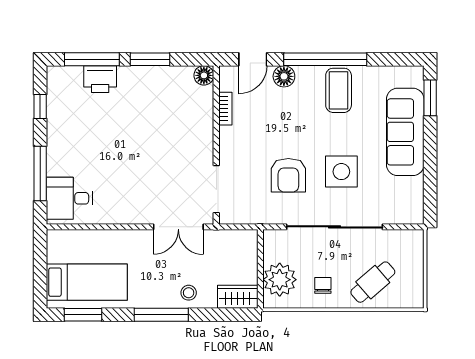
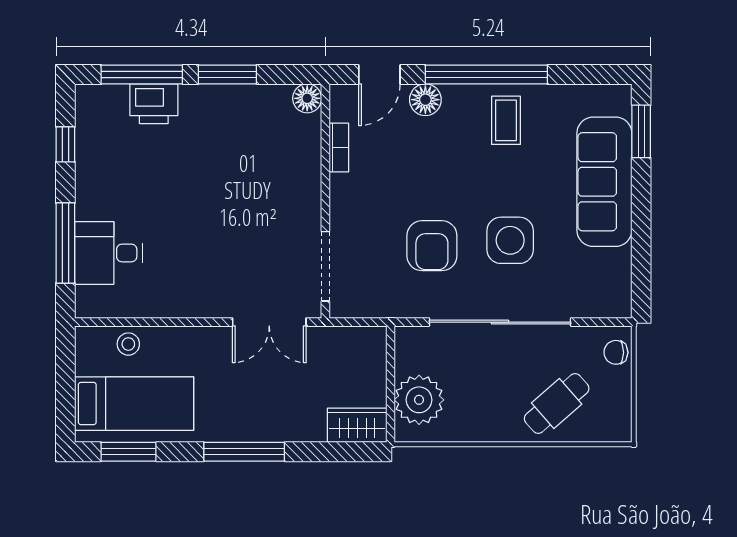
coffee table: (339, 90) -> (506, 120), width x0.73, depth x0.77
desk: (69, 198) -> (108, 253), moved
chair: (323, 285) -> (616, 352), moved, turned -90
stool: (189, 293) -> (128, 344), moved

